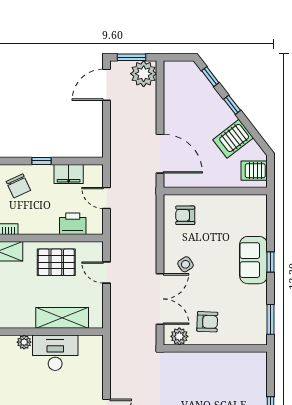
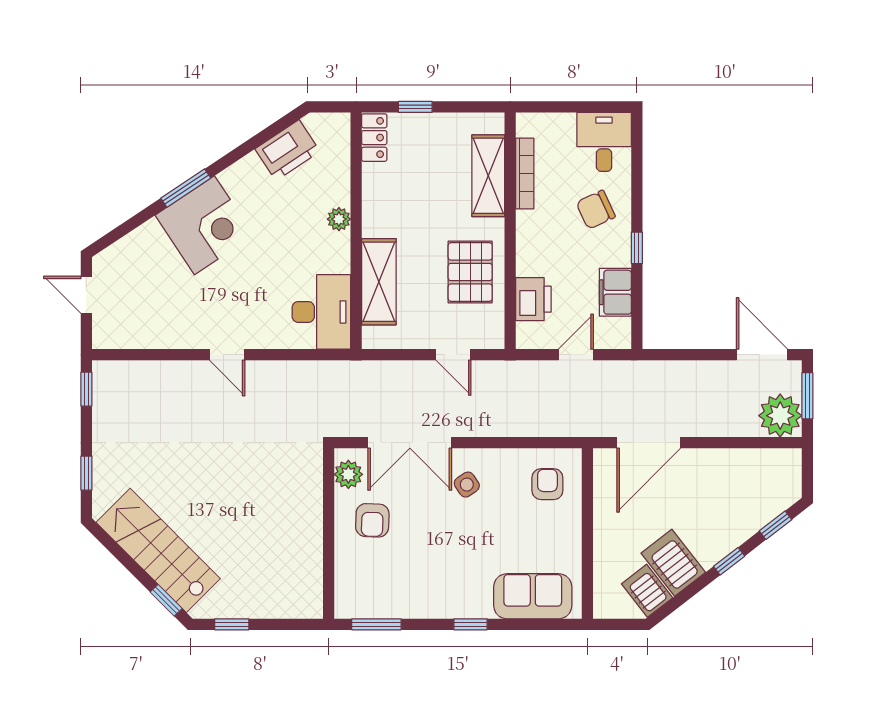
server rack: (254, 171) -> (647, 591), moved, turned -38
sofa: (253, 260) -> (533, 596), moved
door: (107, 272) -> (453, 355), swing flipped
desk: (55, 353) -> (321, 312), moved

